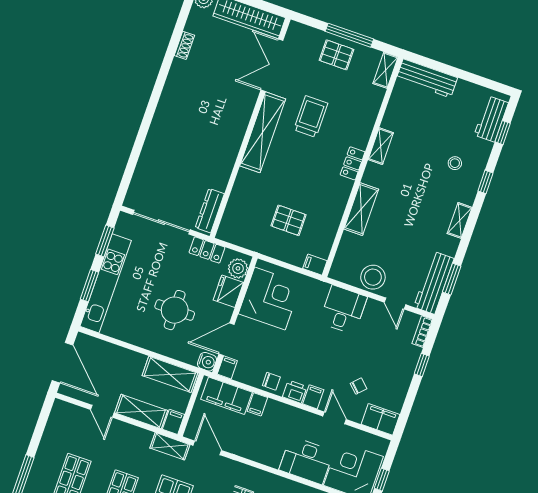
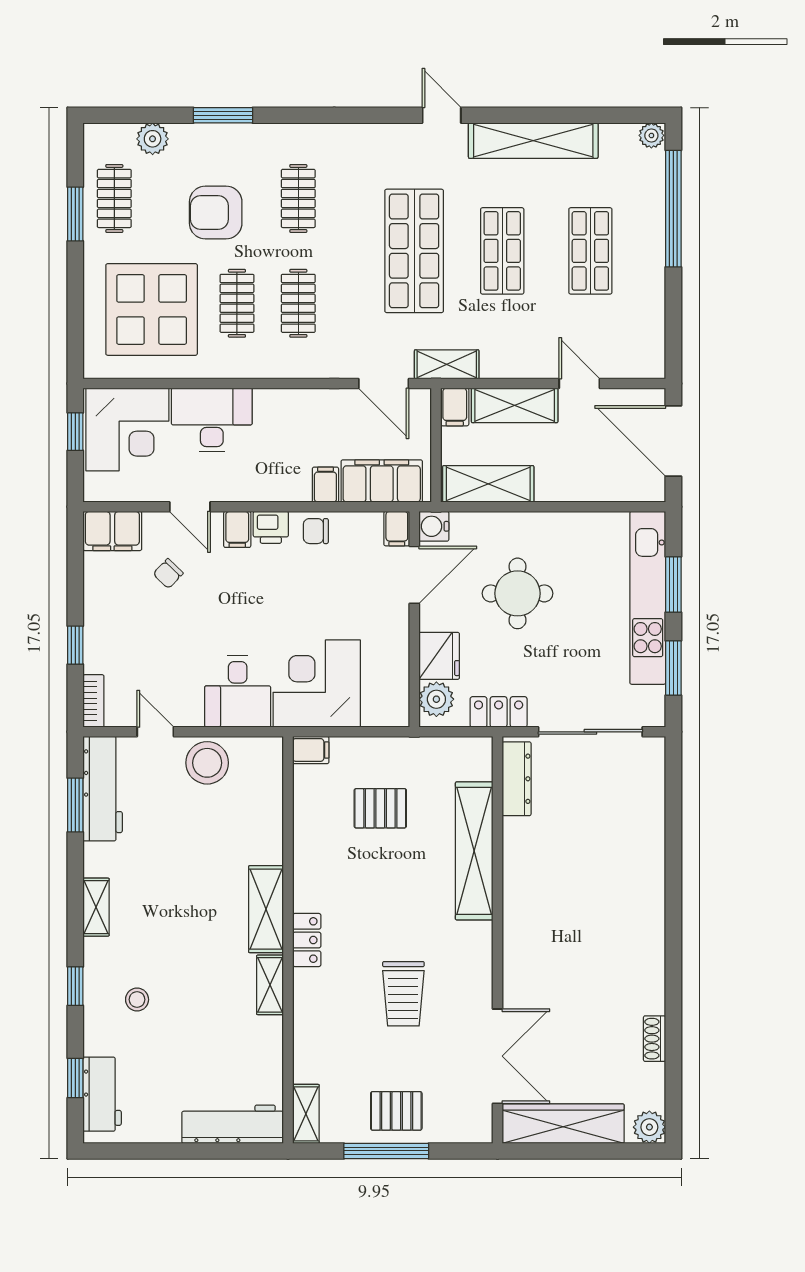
shelving: (263, 132) -> (474, 851), moved
shelving: (361, 209) -> (266, 909), moved
corner desk: (270, 299) -> (317, 684), moved, turned 90

